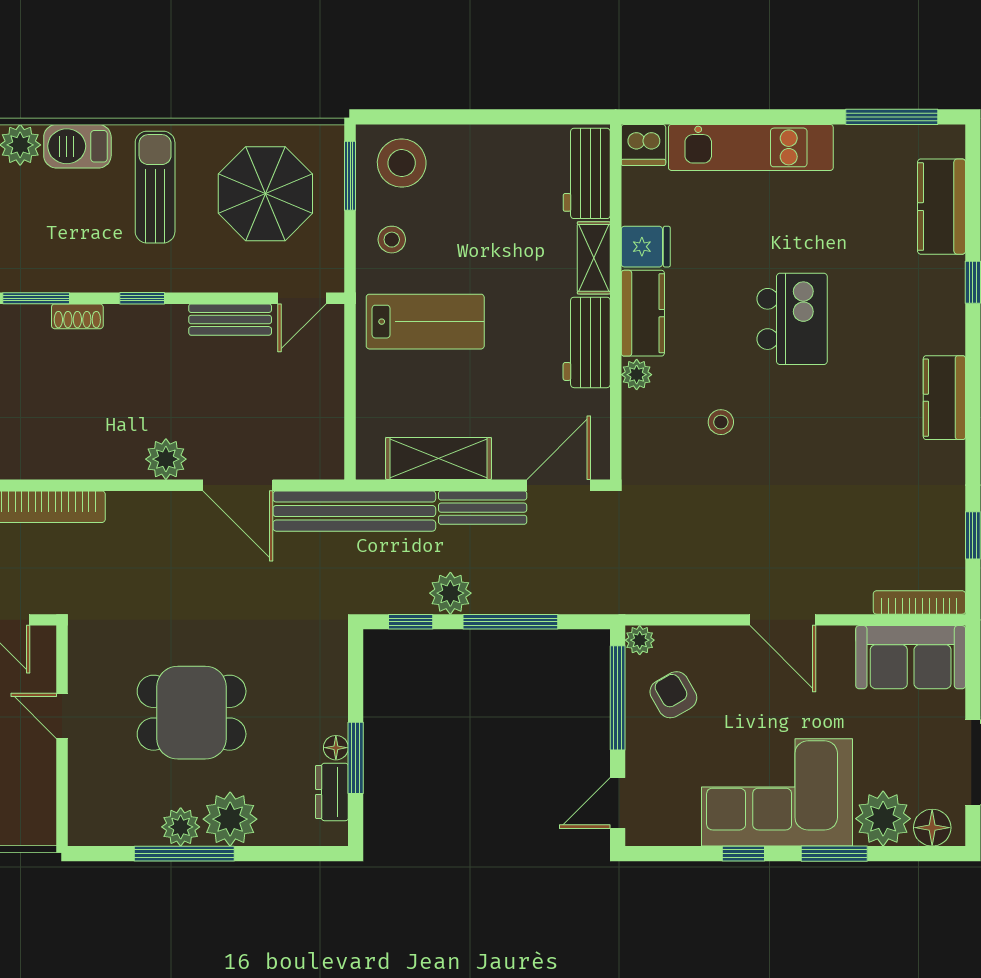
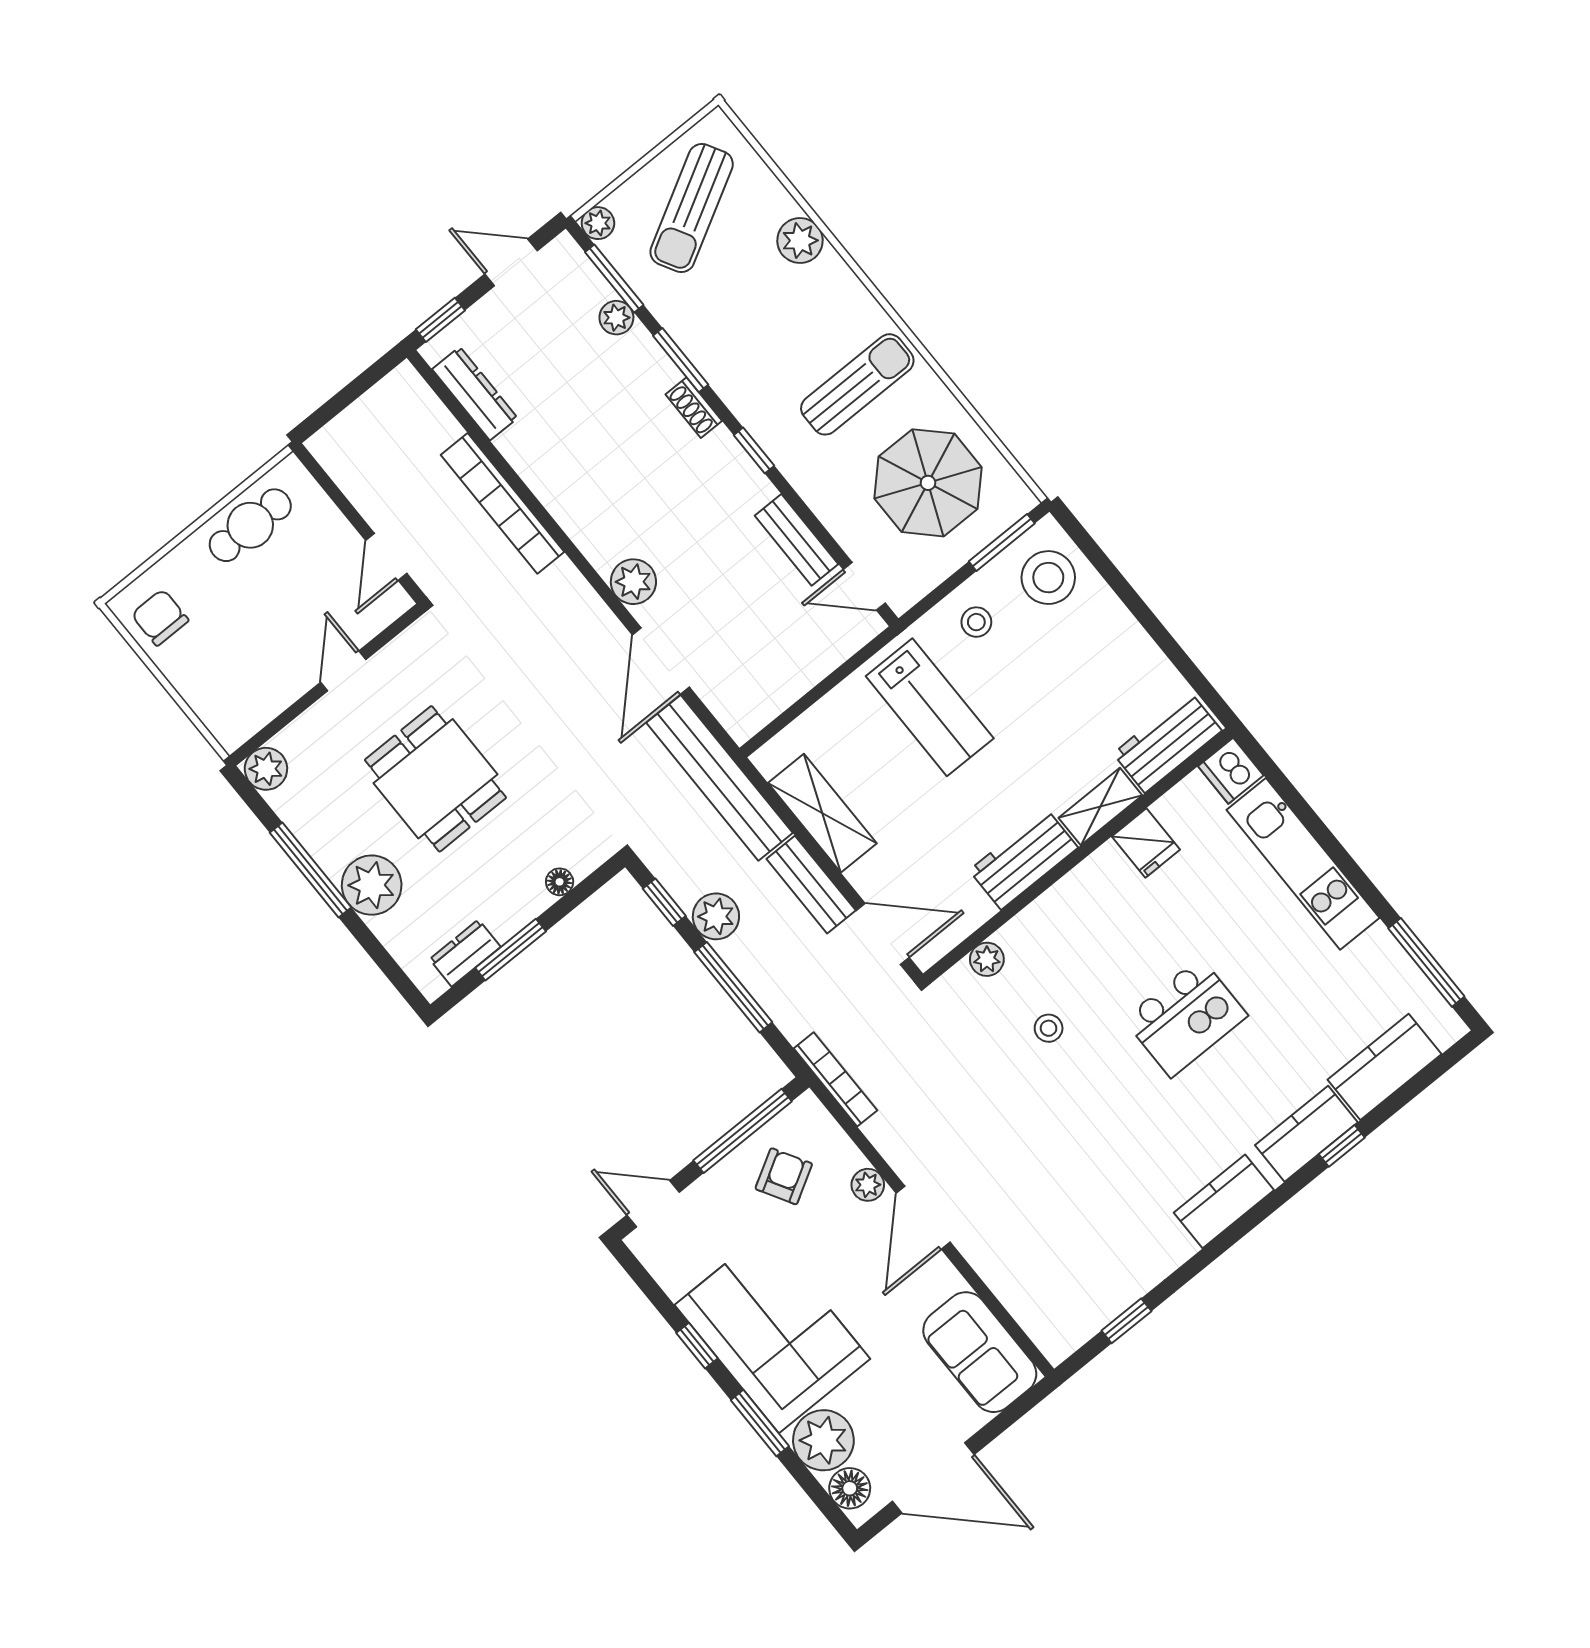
barbecue: (77, 146) -> (838, 290), removed
kitchen counter: (643, 313) -> (1306, 1134), moved, turned 180
plant: (637, 375) -> (987, 959), moved
bookcase: (919, 602) -> (835, 1079), moved
plant: (640, 640) -> (868, 1185), moved
floor lamp: (336, 748) -> (560, 882), moved
plant: (181, 827) -> (266, 769), moved

